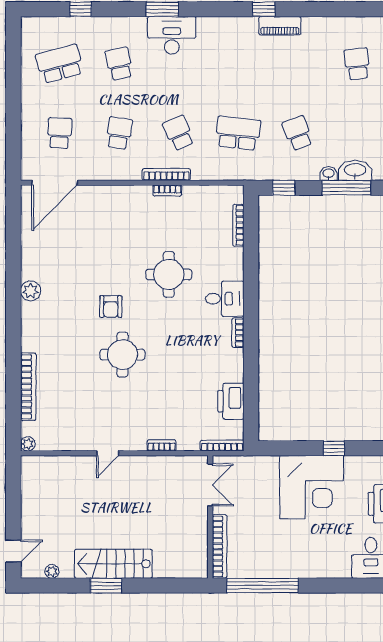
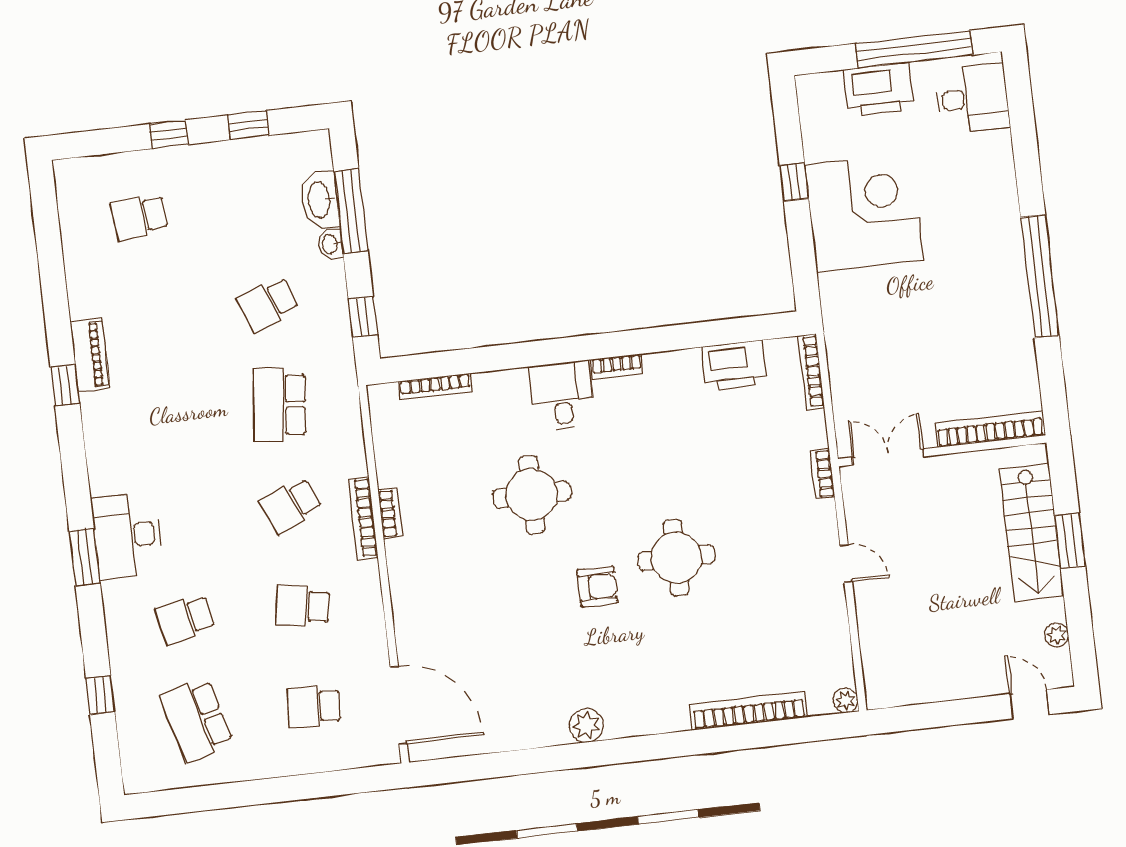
double door: (210, 485) -> (888, 457), moved
wall: (210, 517) -> (942, 451), moved
bookcase: (220, 546) -> (990, 429), moved

